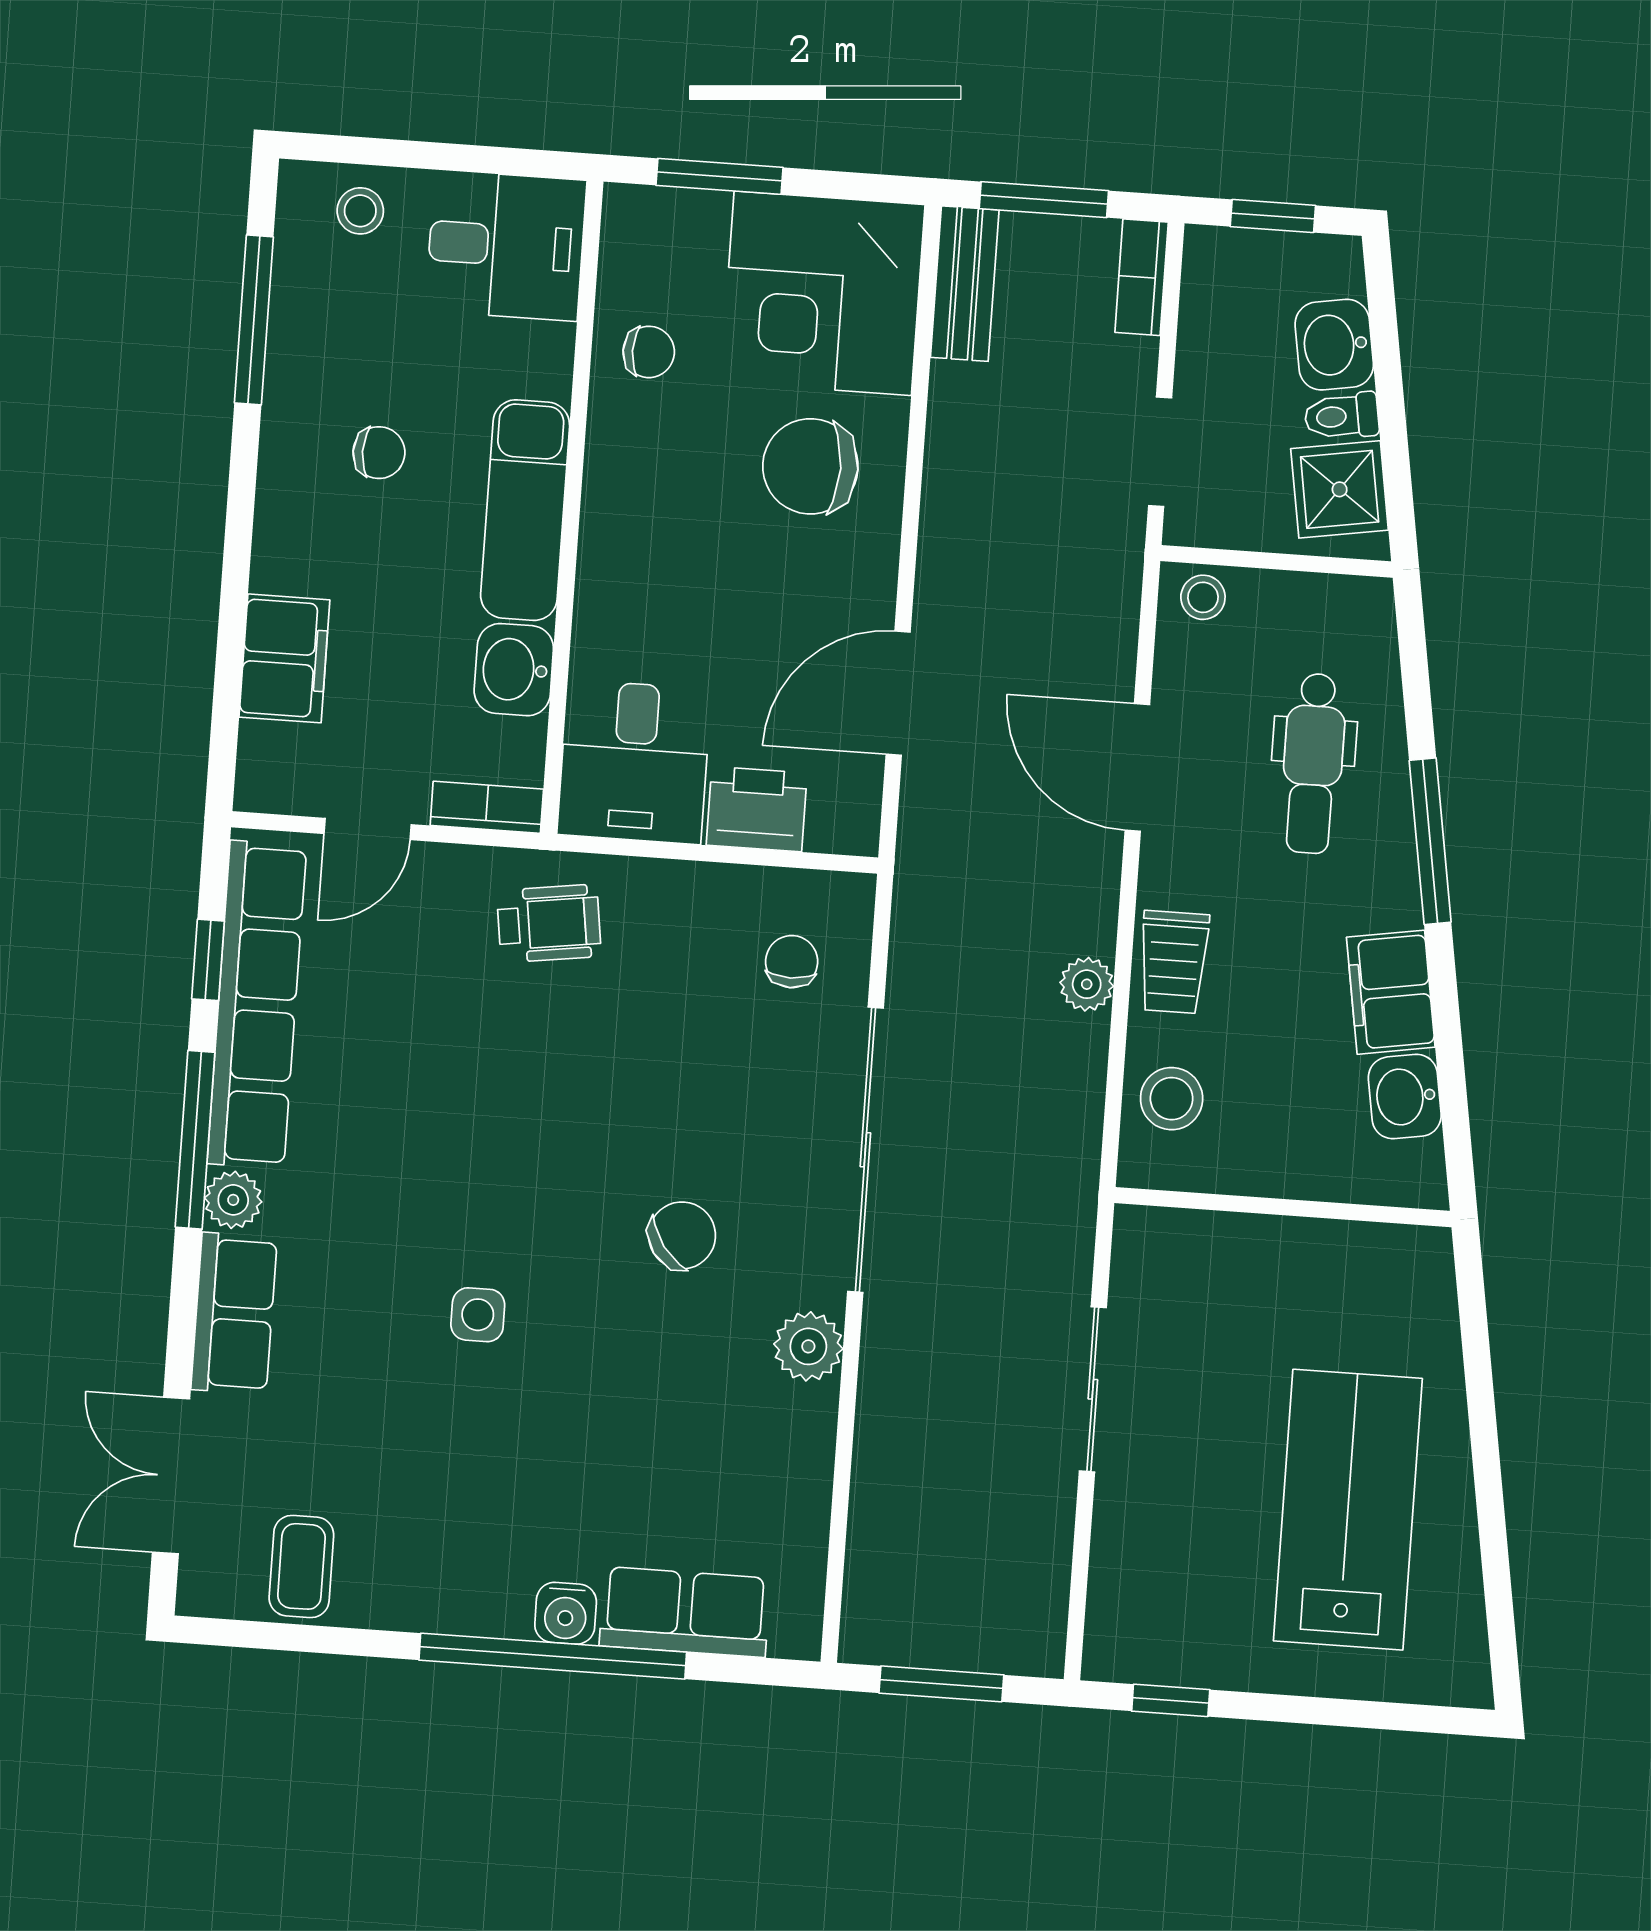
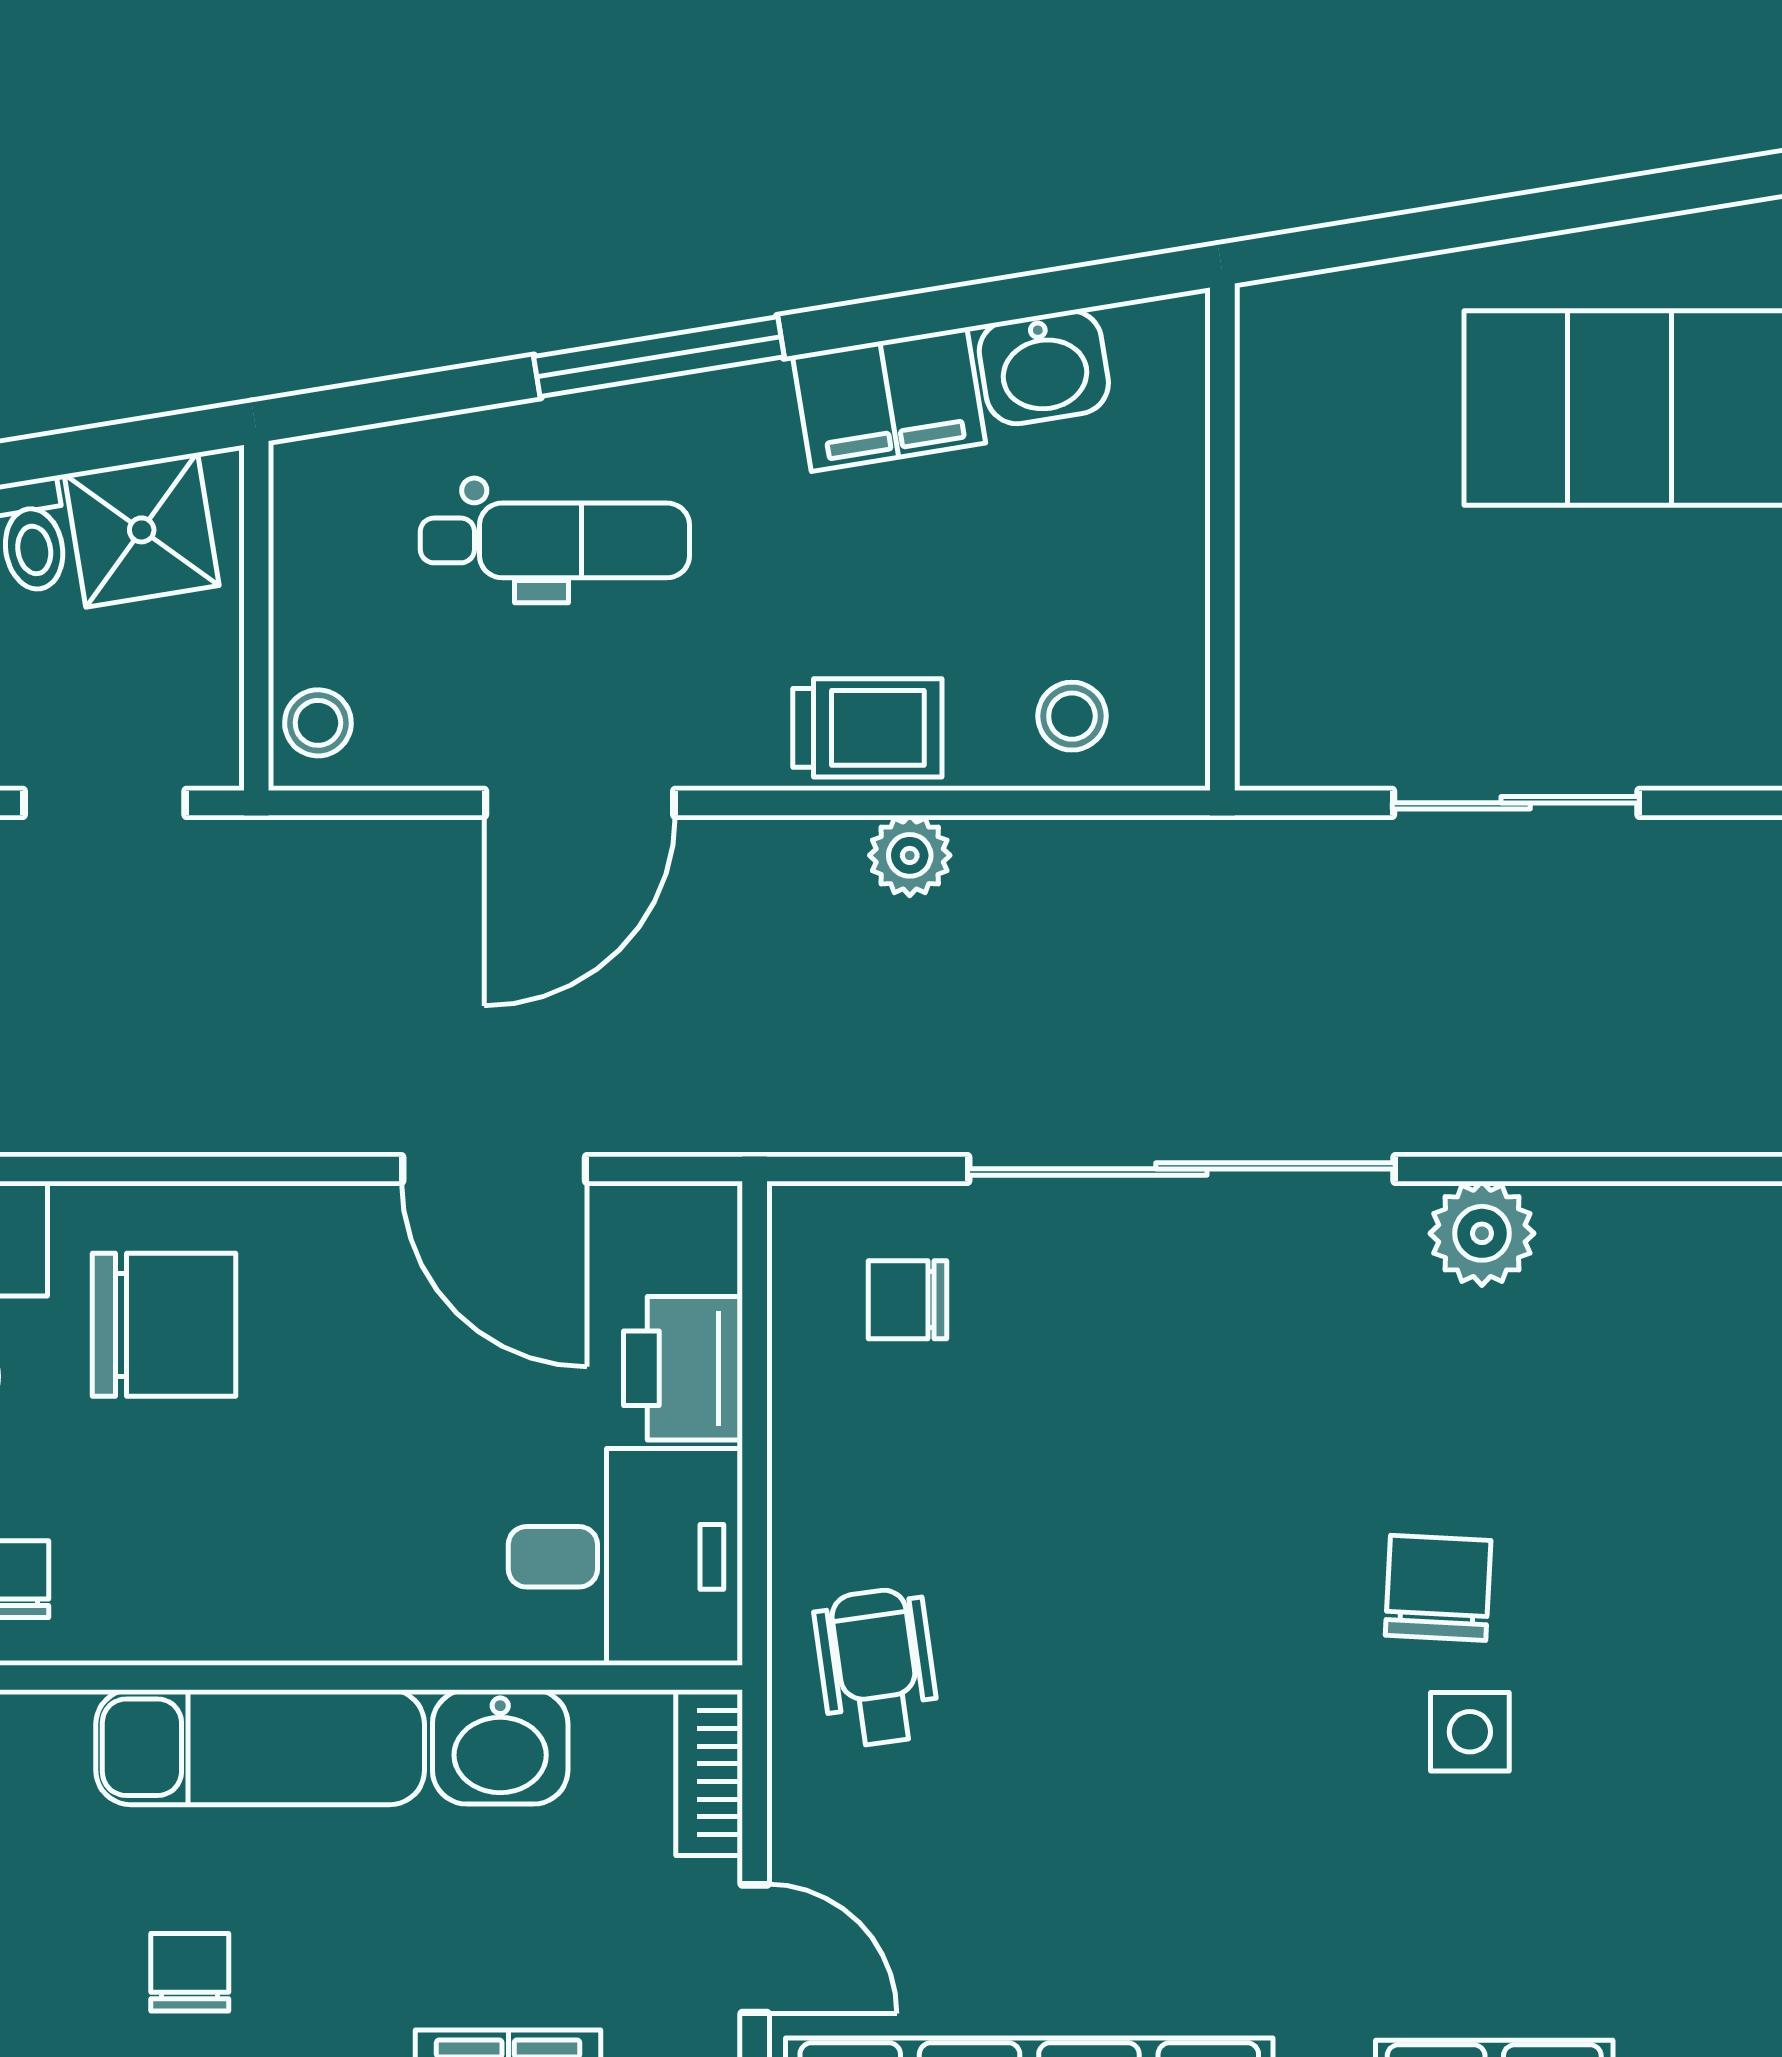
chair: (810, 466) -> (164, 1325), turned -90
stool: (1172, 1099) -> (1072, 716), width x0.73, depth x0.73
chair: (682, 1235) -> (1438, 1588), moved, turned 39

